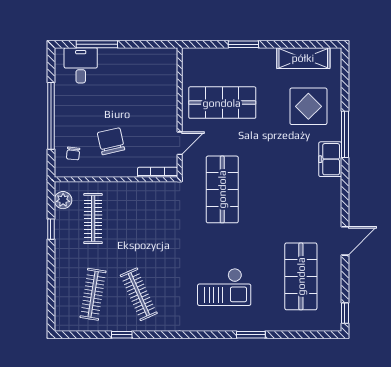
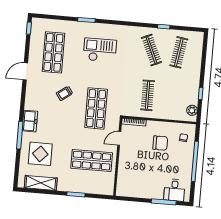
chair: (111, 141) -> (160, 143), turned -77
trolley: (277, 210) -> (65, 93), added
clothes rail: (93, 219) -> (148, 95), moved

